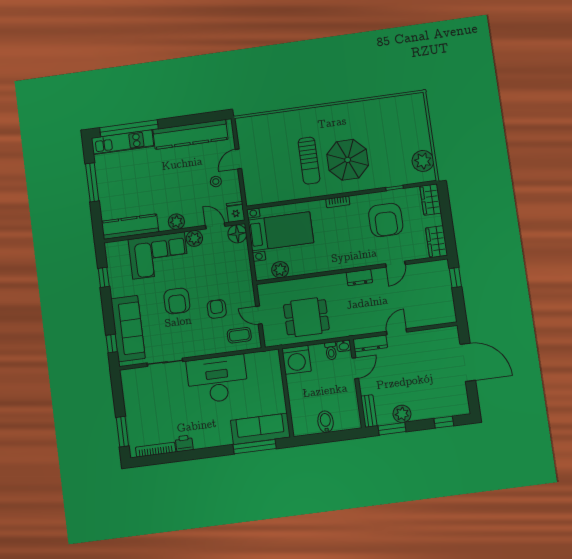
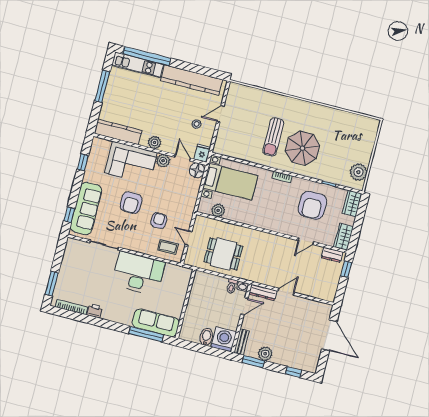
dresser: (359, 277) -> (332, 255), moved
washing machine: (296, 360) -> (224, 339), moved, turned 180

